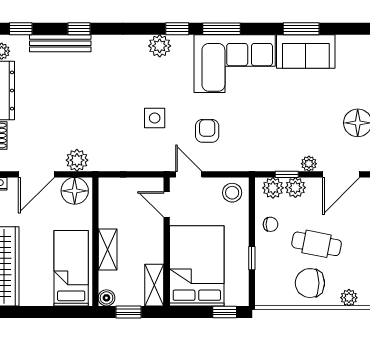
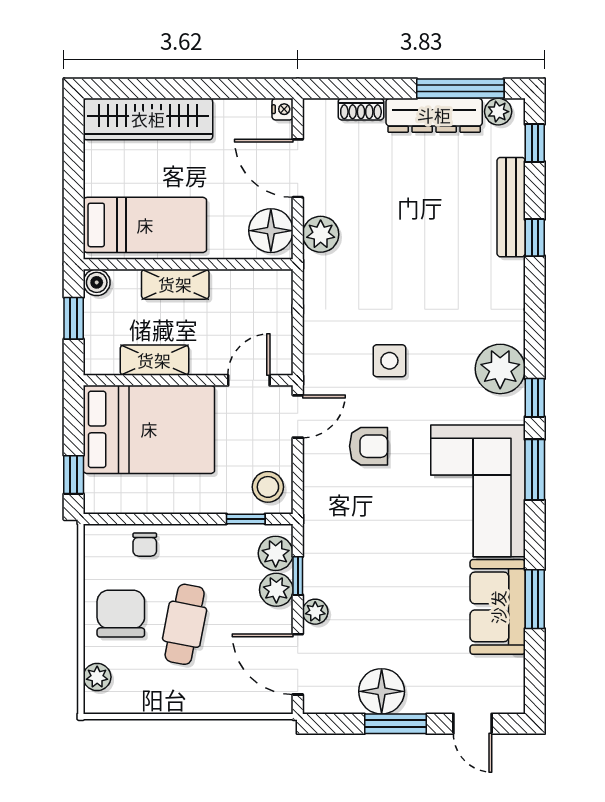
plant: (160, 46) -> (500, 369), width x1.36, depth x1.36
chair: (271, 224) -> (145, 545), moved
window: (252, 258) -> (246, 519), moved
shelving: (154, 285) -> (154, 360), moved

